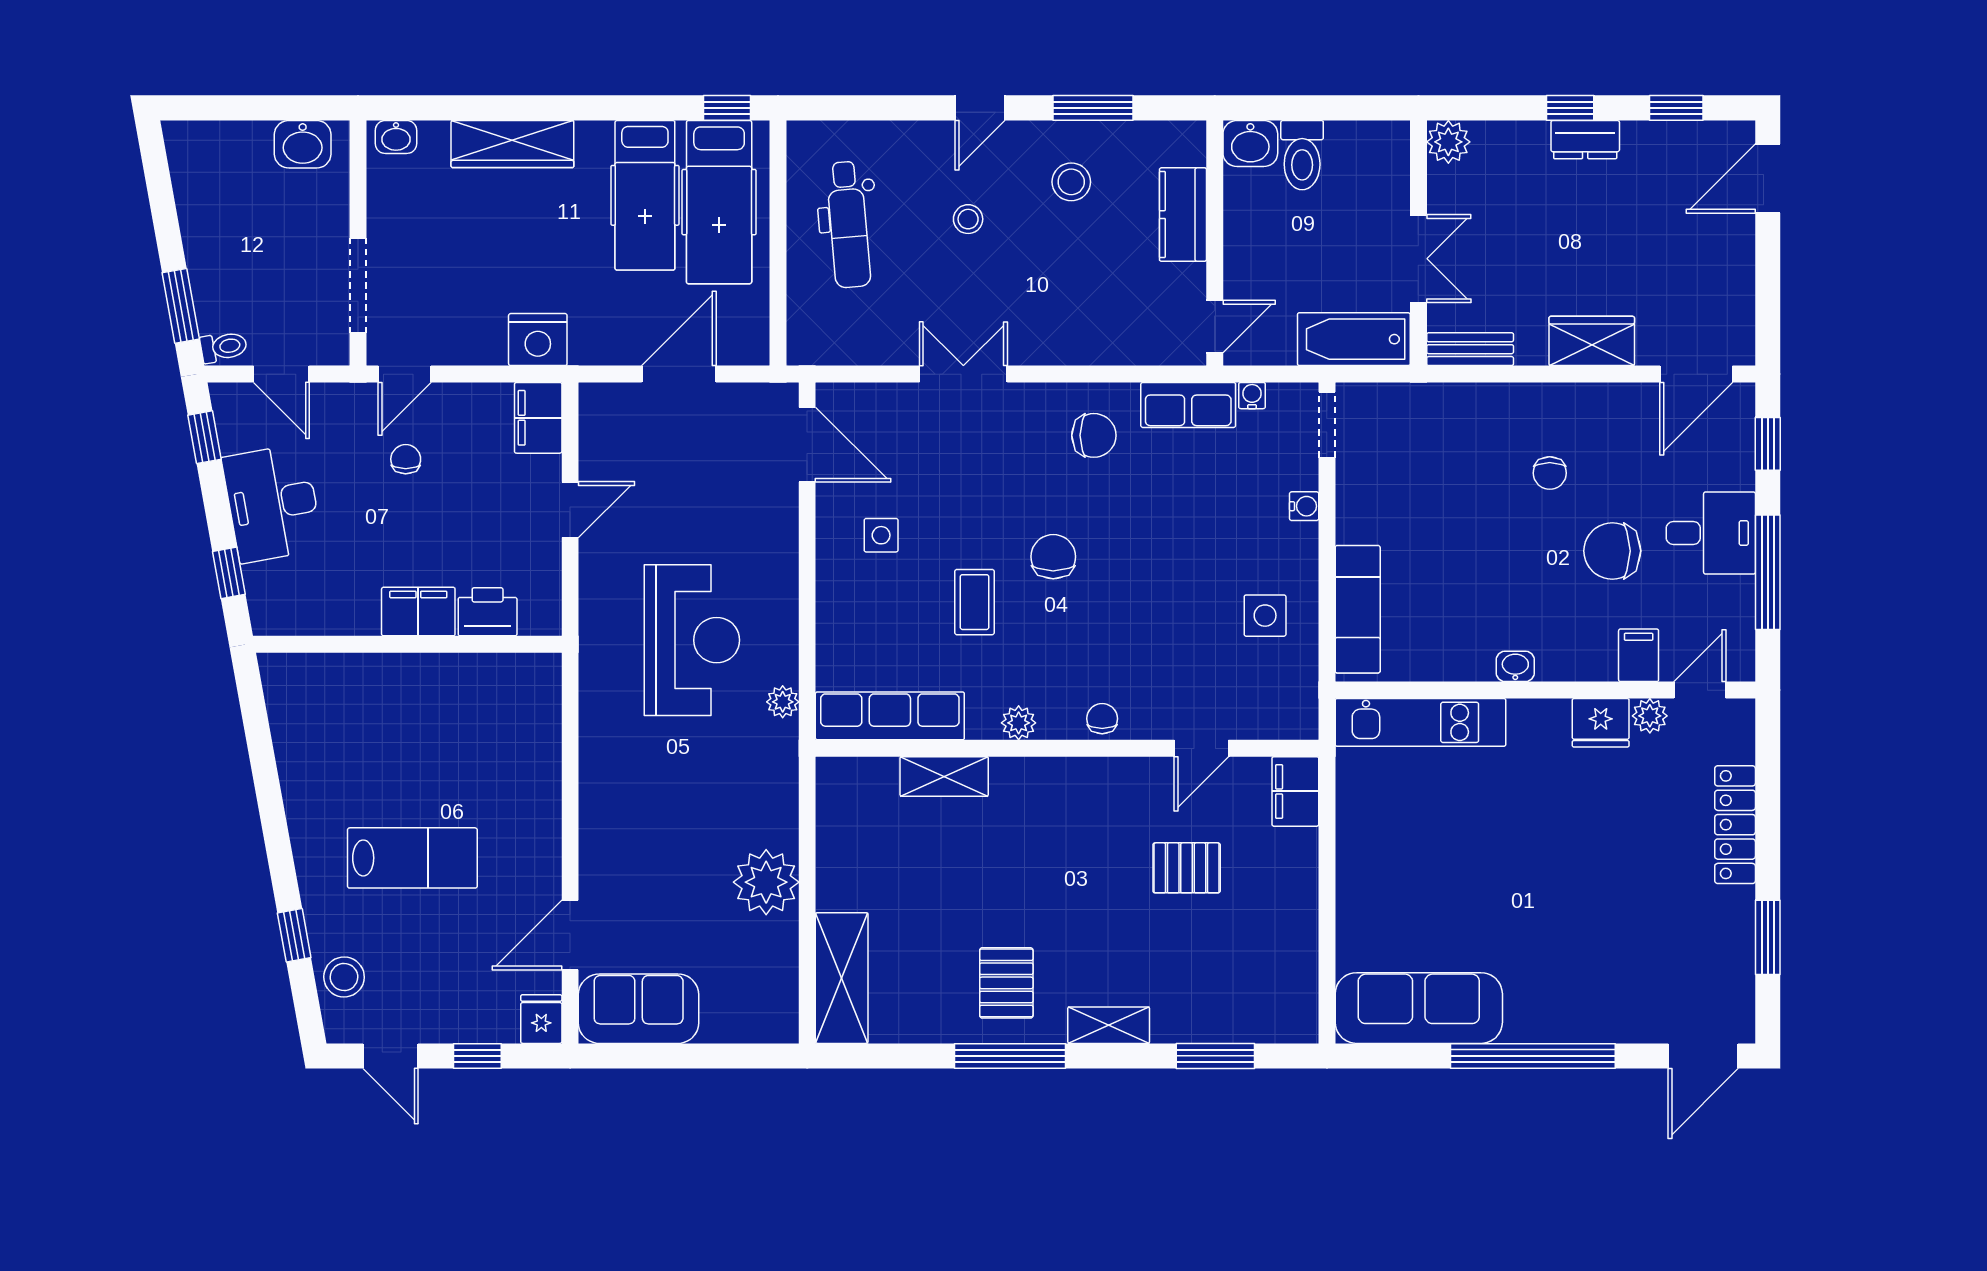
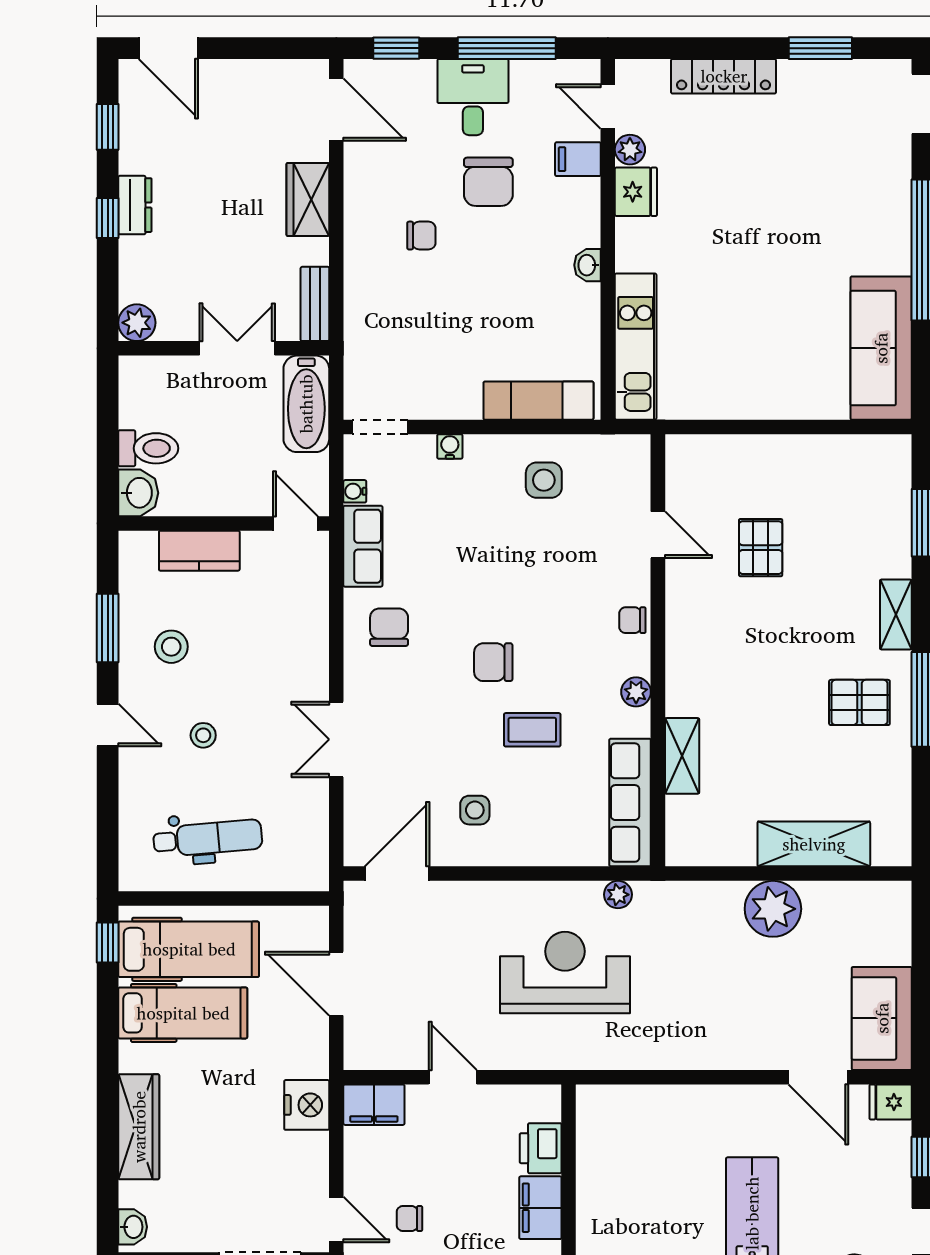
filing cabinet: (1295, 791) -> (695, 454), removed
shelving: (842, 978) -> (814, 844), moved

